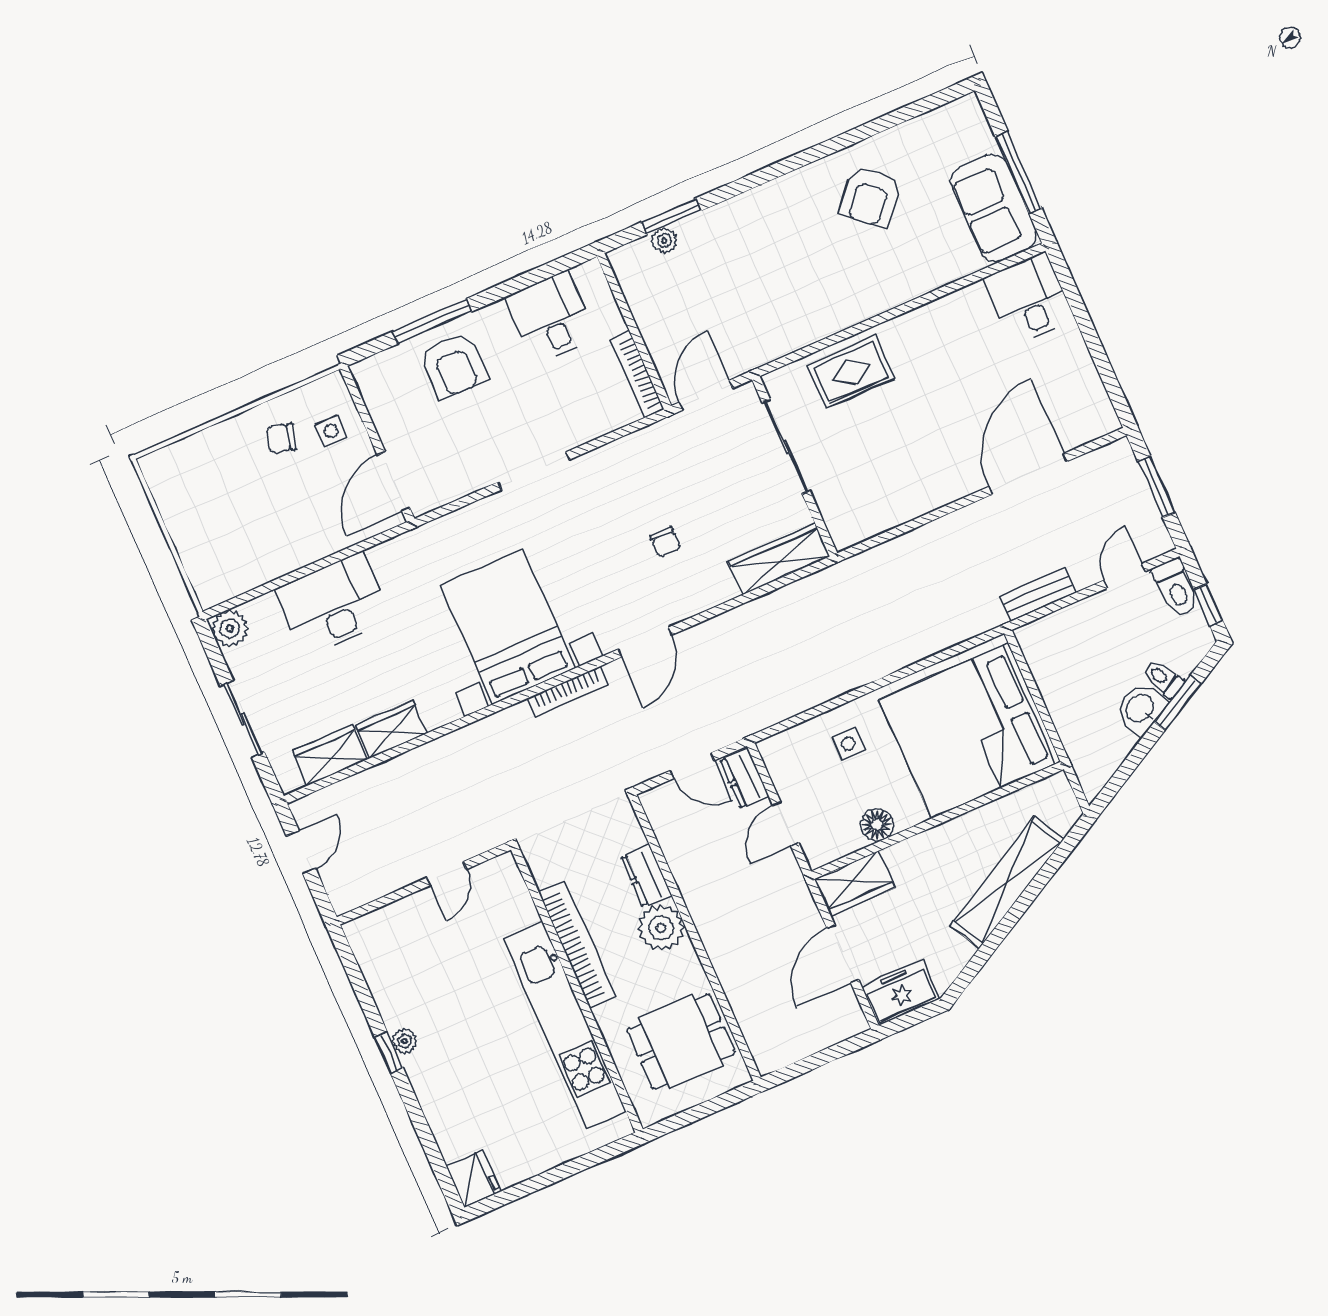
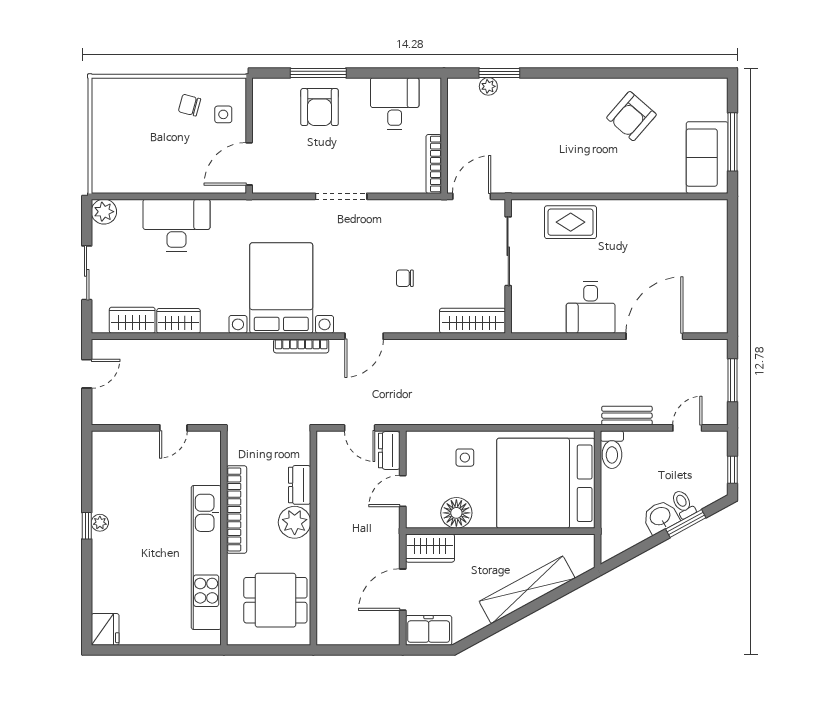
desk: (1029, 299) -> (591, 307), moved, turned 180
chair: (665, 542) -> (405, 278), turned 90
toilet: (1175, 588) -> (612, 450), moved
floor lamp: (877, 825) -> (456, 513), width x1.38, depth x1.38

